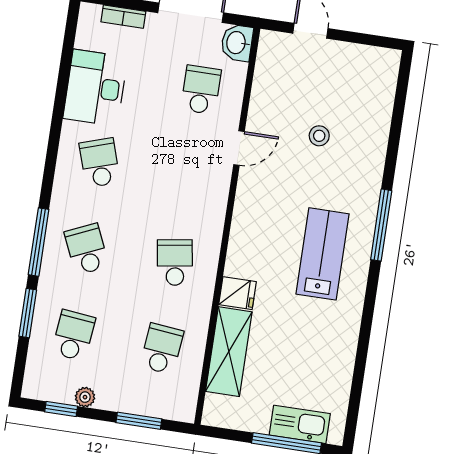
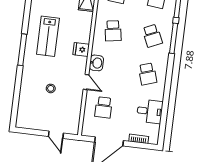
washbasin: (237, 43) -> (96, 63), moved
desk: (95, 88) -> (150, 111), width x0.73
door: (239, 148) -> (86, 82), swing flipped
fridge: (237, 293) -> (81, 49), moved

